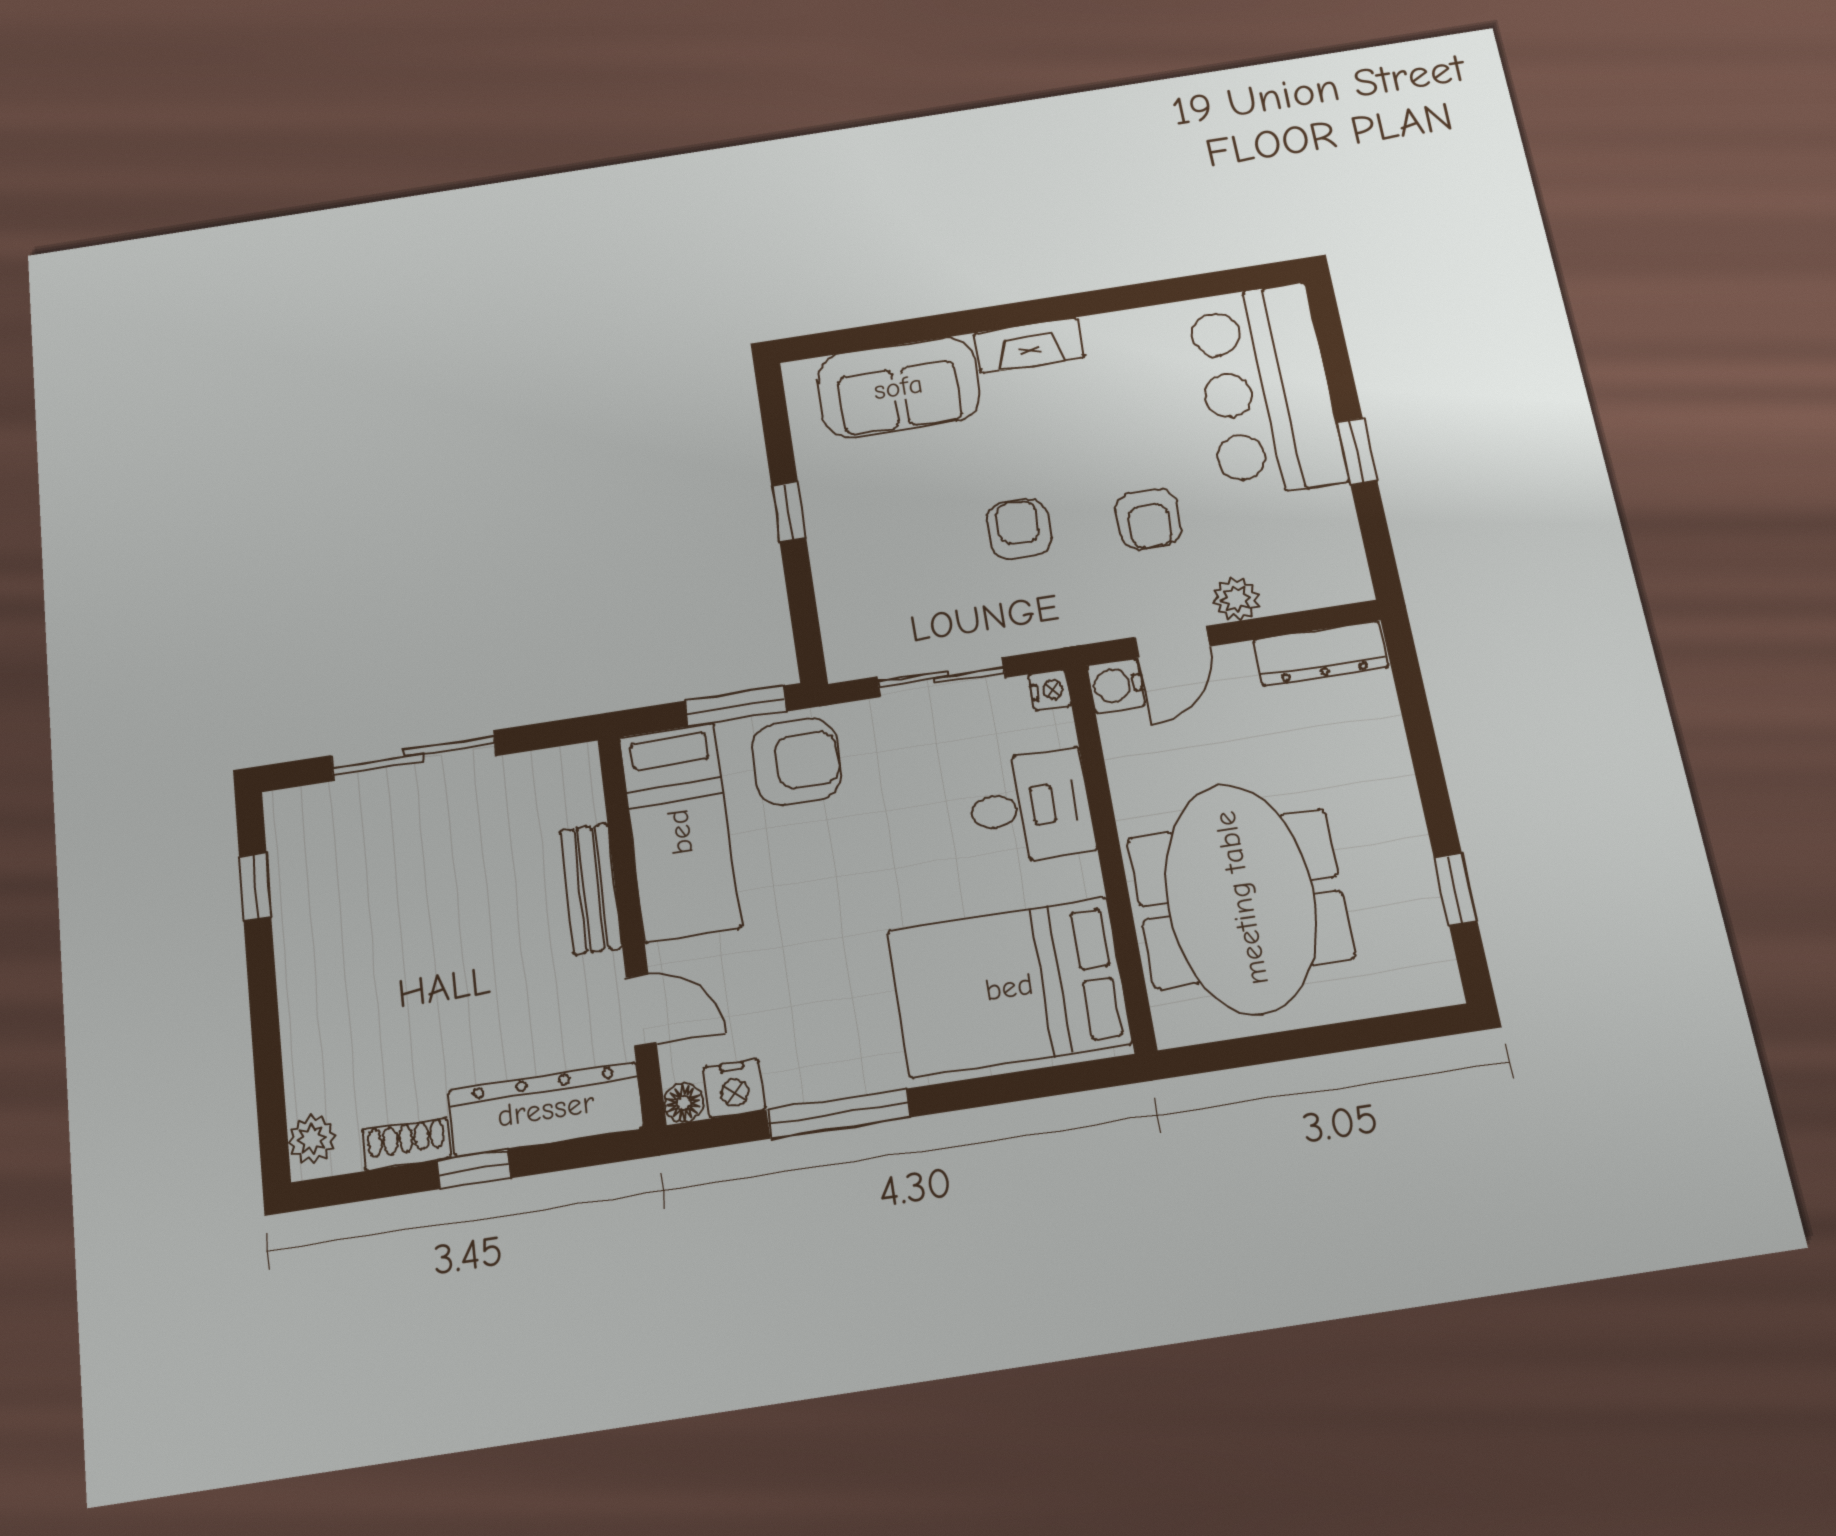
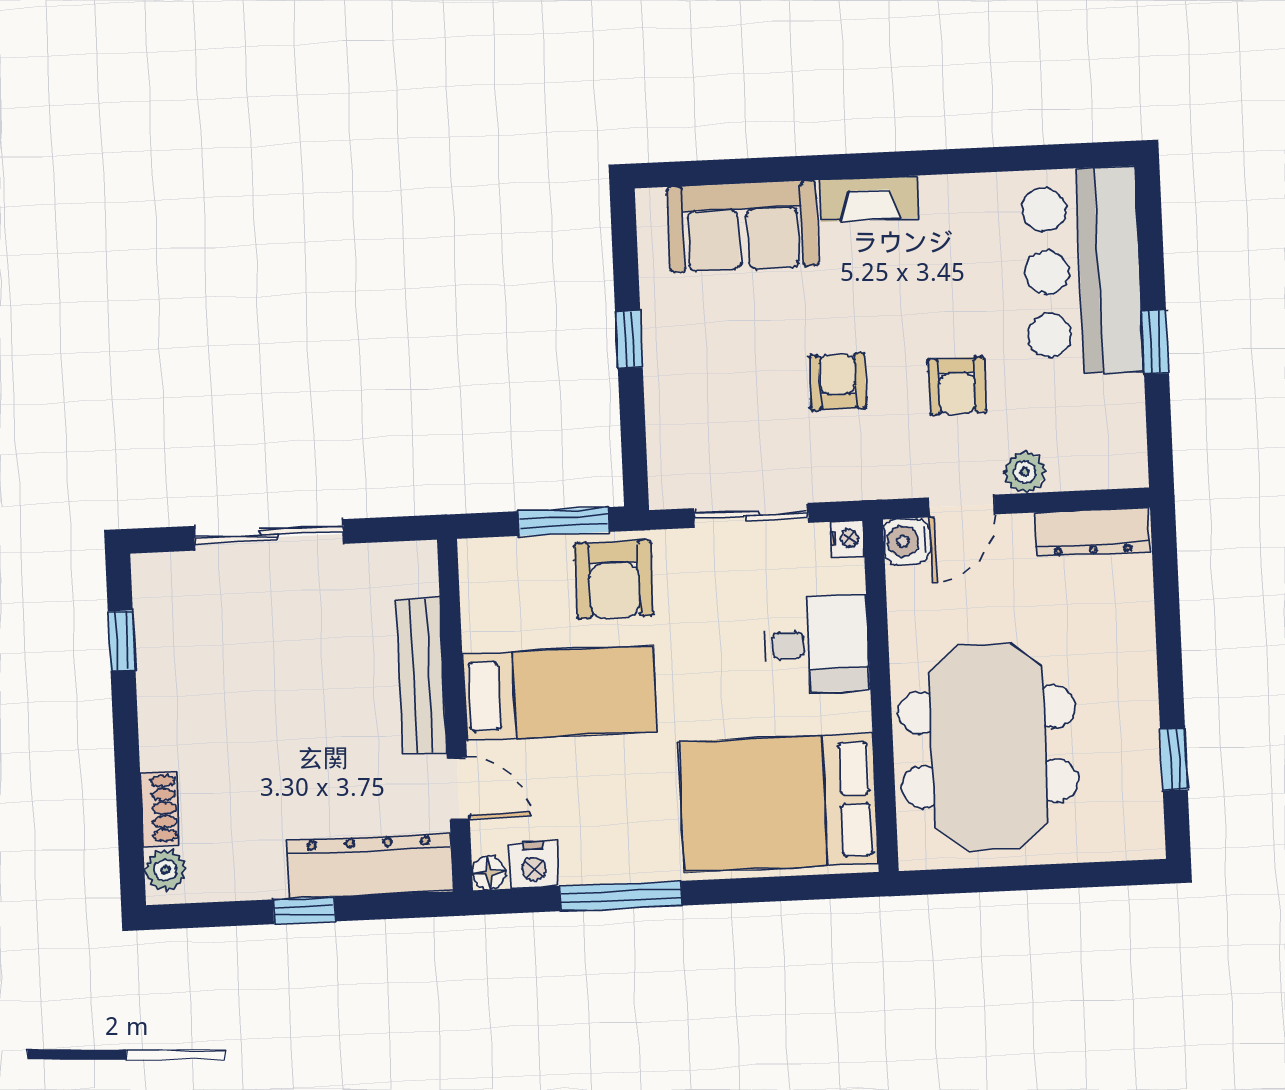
armchair: (797, 761) -> (614, 579), turned 90
bed: (680, 832) -> (560, 693), moved, turned -90
bench: (591, 889) -> (421, 676), width x1.36
shoe rack: (406, 1144) -> (160, 808), moved, turned 90

